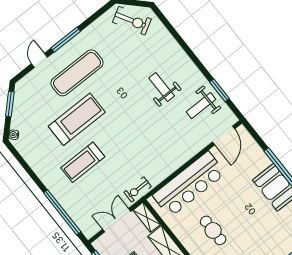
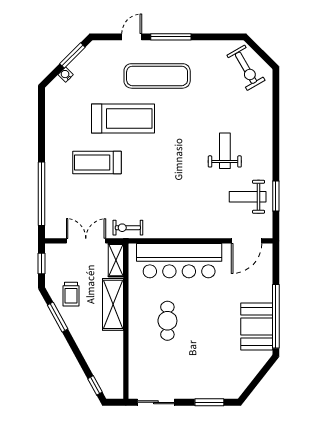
water cooler: (14, 135) -> (66, 75), moved

